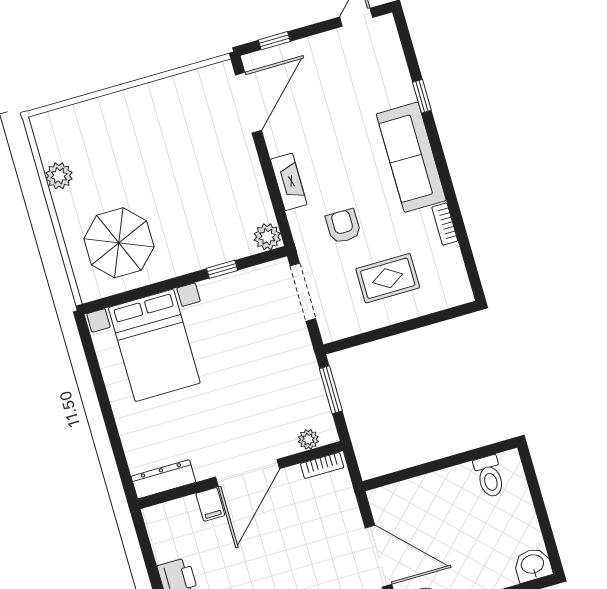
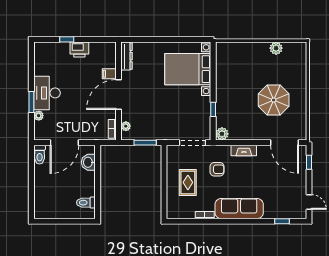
window: (422, 96) -> (282, 221), moved
parasol: (119, 243) -> (274, 100), moved
door: (248, 473) -> (119, 95), hinge flipped
washbasin: (533, 565) -> (88, 162), moved, turned 180

